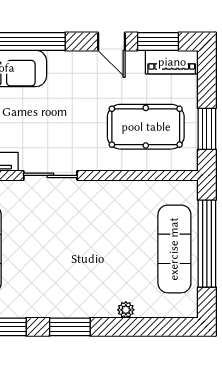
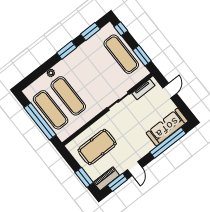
door: (112, 41) -> (135, 169), swing flipped
window: (207, 129) -> (84, 177), moved
exercise mat: (127, 249) -> (68, 96), added

